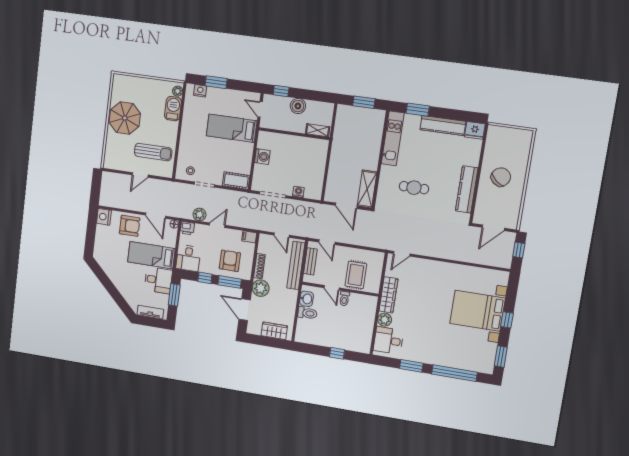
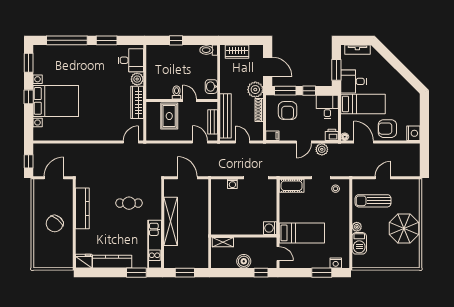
plant: (178, 91) -> (357, 227), moved
washing machine: (262, 157) -> (270, 228), moved
shelving: (367, 189) -> (171, 221), moved, width x1.47
toilet: (307, 313) -> (209, 50), moved

